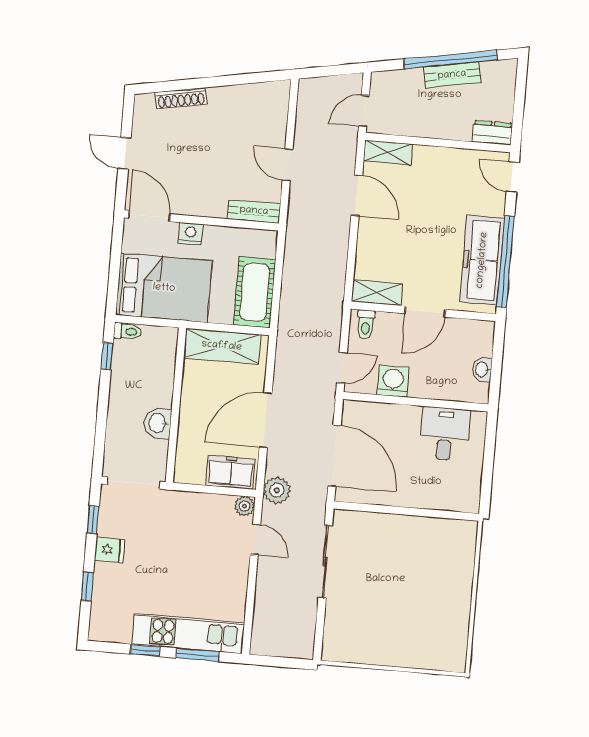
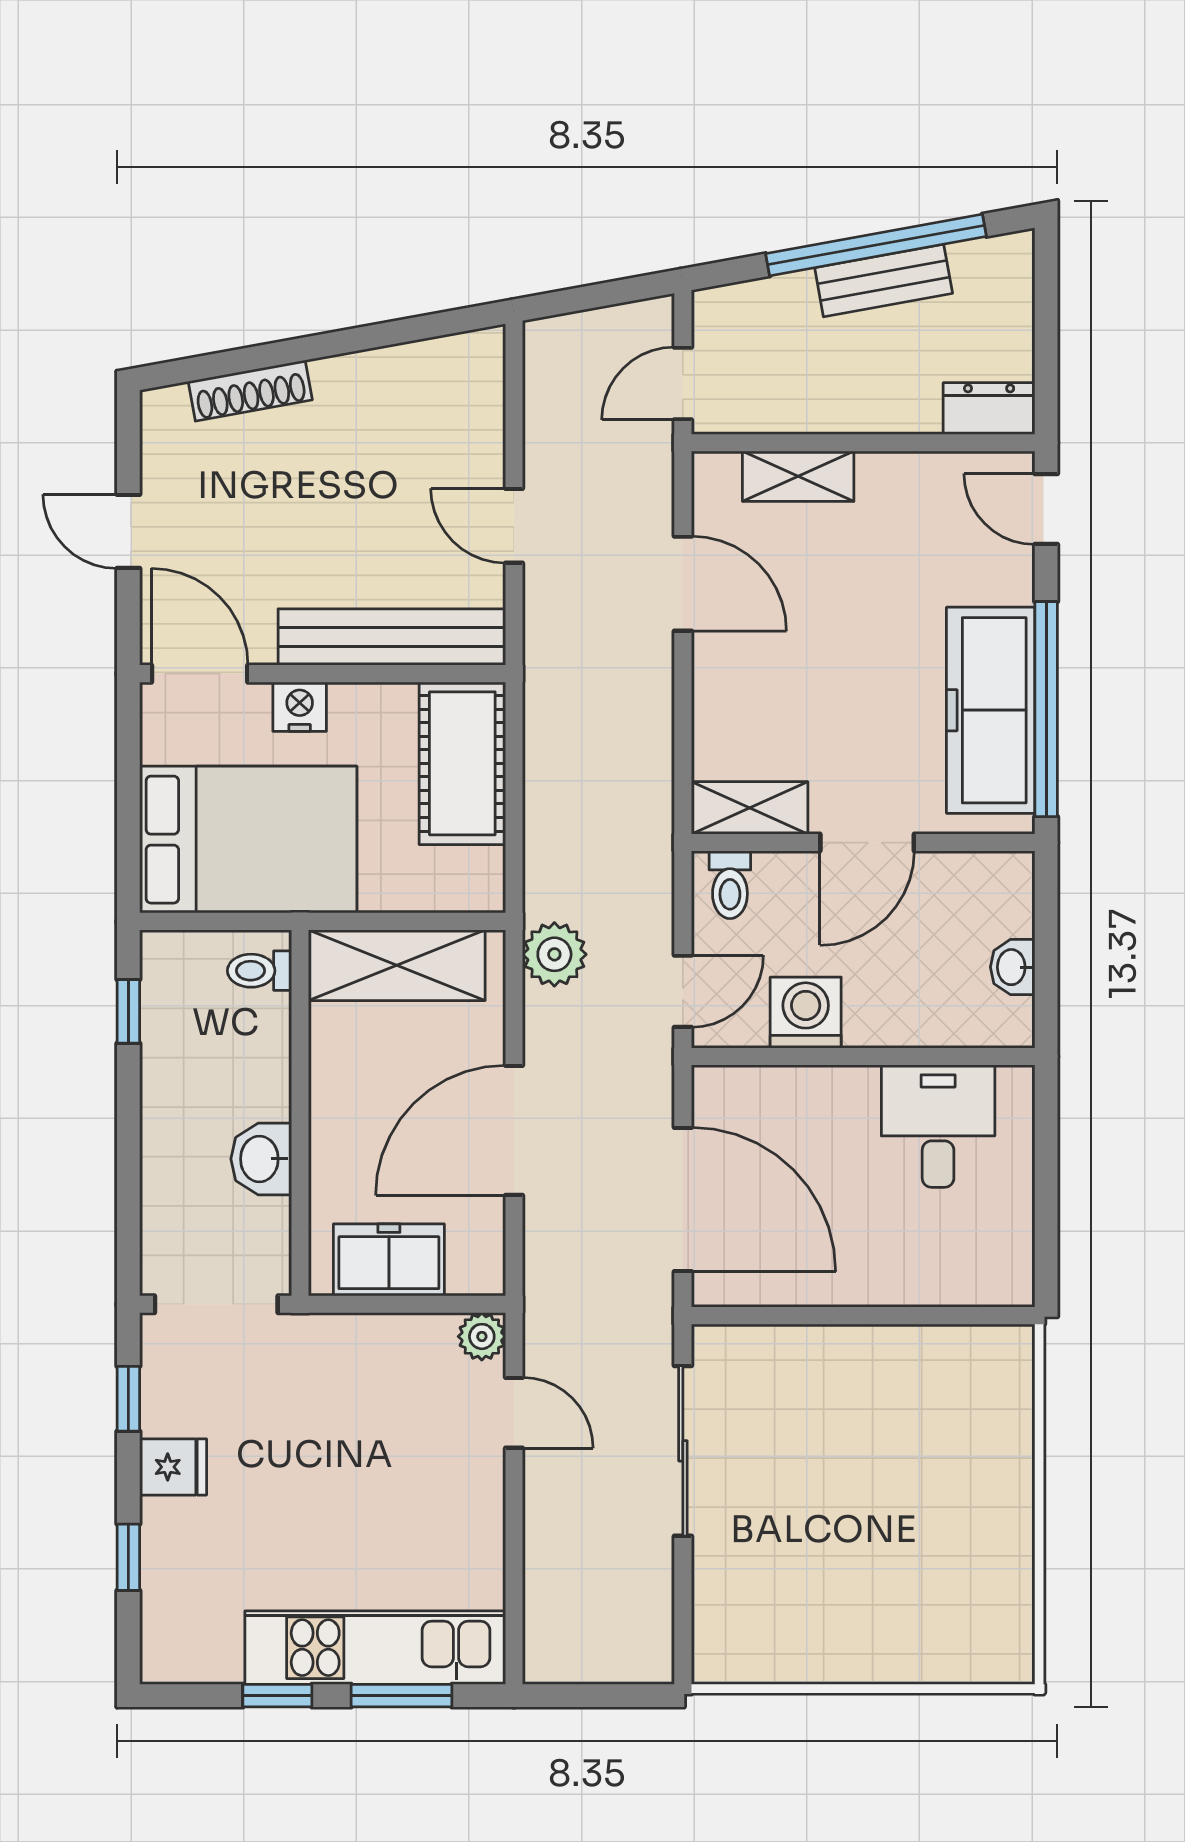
shelving: (388, 152) -> (798, 476), moved
bench: (254, 211) -> (391, 637), width x1.86, depth x1.21
cot: (255, 292) -> (462, 763), moved
toilet: (128, 331) -> (259, 971), moved, turned 180
freezer: (230, 472) -> (389, 1260), moved
plant: (277, 490) -> (554, 954), moved

